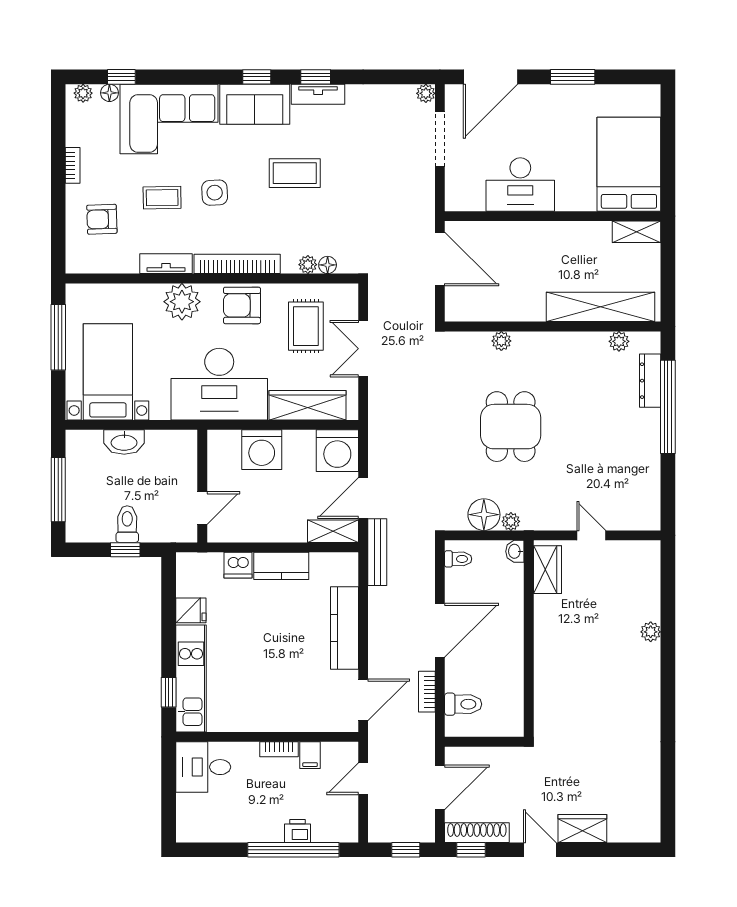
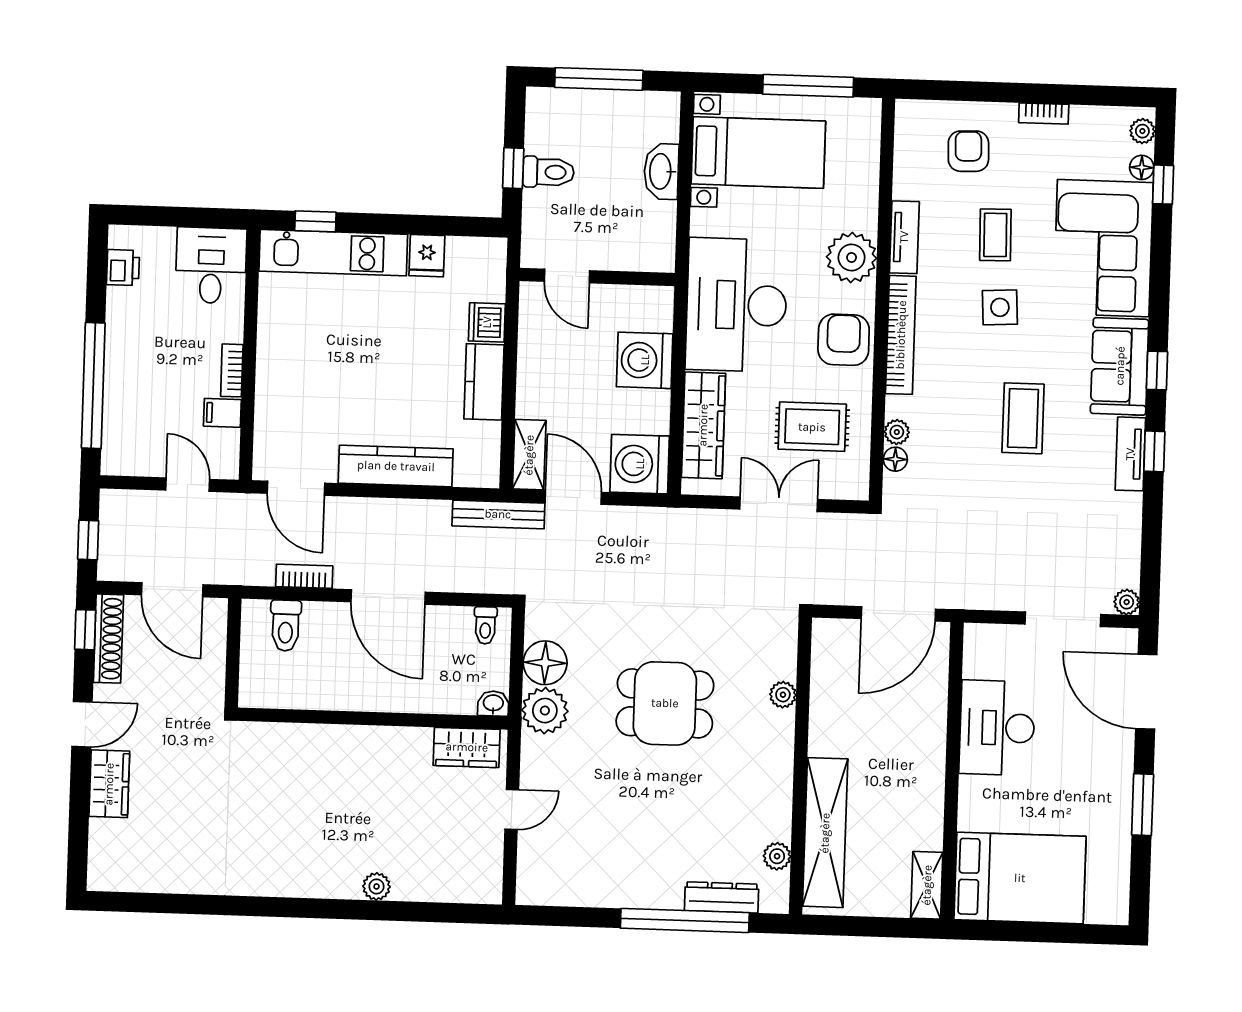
plant: (511, 521) -> (545, 711), width x1.88, depth x1.88
printer: (298, 831) -> (123, 268), moved

